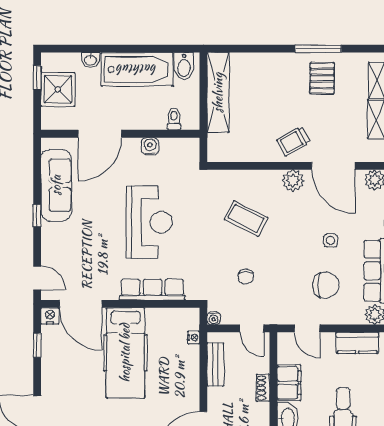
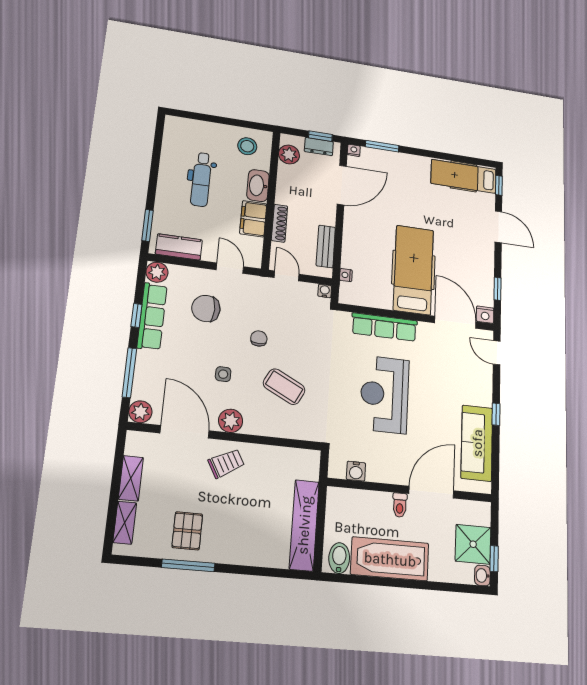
washbasin: (90, 60) -> (482, 576), moved, turned -90
toilet: (174, 119) -> (400, 505), moved
water cooler: (150, 146) -> (356, 471), moved
side table: (331, 241) -> (223, 374), moved
chair: (246, 277) -> (259, 338), moved
shoe rack: (263, 388) -> (279, 223), width x1.43

